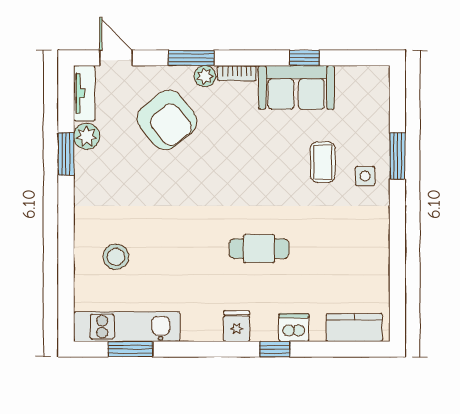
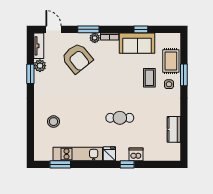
rug: (369, 126) -> (171, 61), added
kitchen unit: (127, 327) -> (78, 154), moved
kitchen counter: (354, 328) -> (174, 129), moved, turned -90

